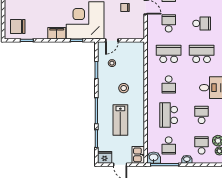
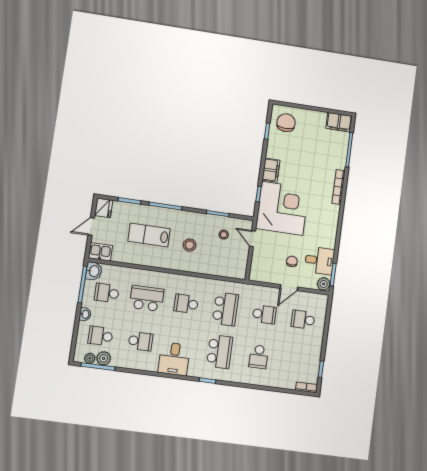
school desk: (202, 145) -> (100, 336), turned 180

